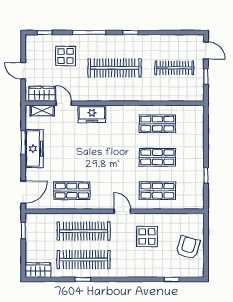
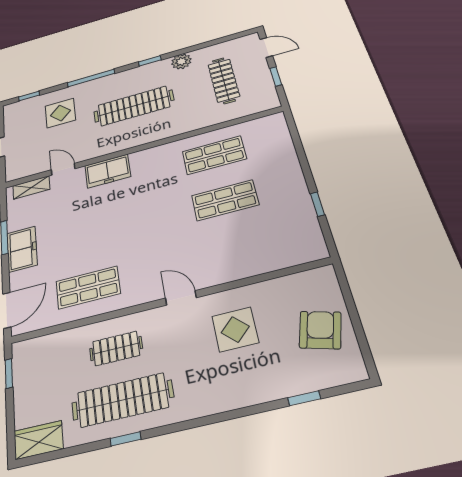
plant: (151, 41) -> (181, 61), added
clothes rail: (174, 68) -> (224, 80), turned 90
wardrobe: (42, 94) -> (30, 167), removed
freezer: (34, 149) -> (22, 249), width x0.71
shop shelf: (157, 191) -> (237, 249), removed
clothes rail: (84, 231) -> (116, 348), width x0.54, depth x0.76

